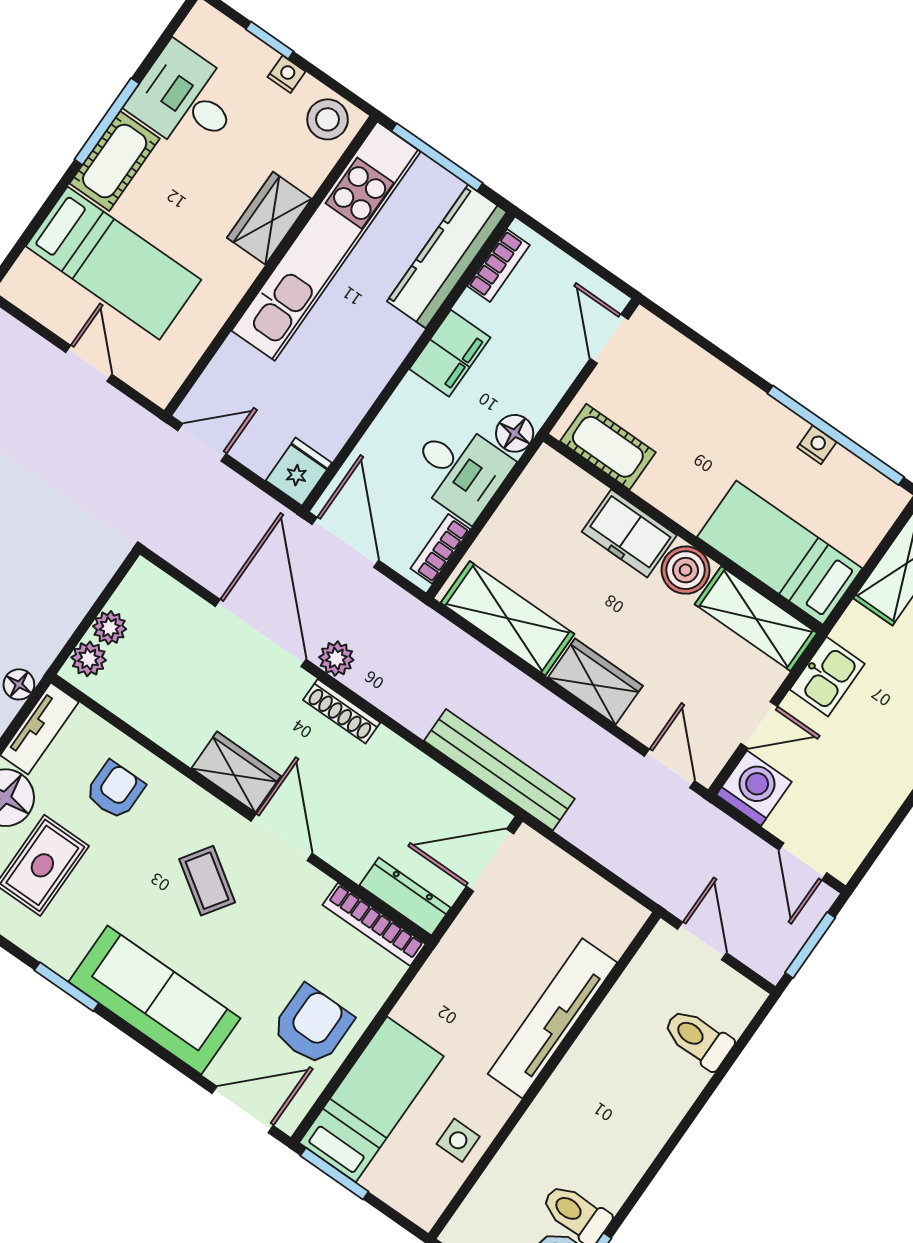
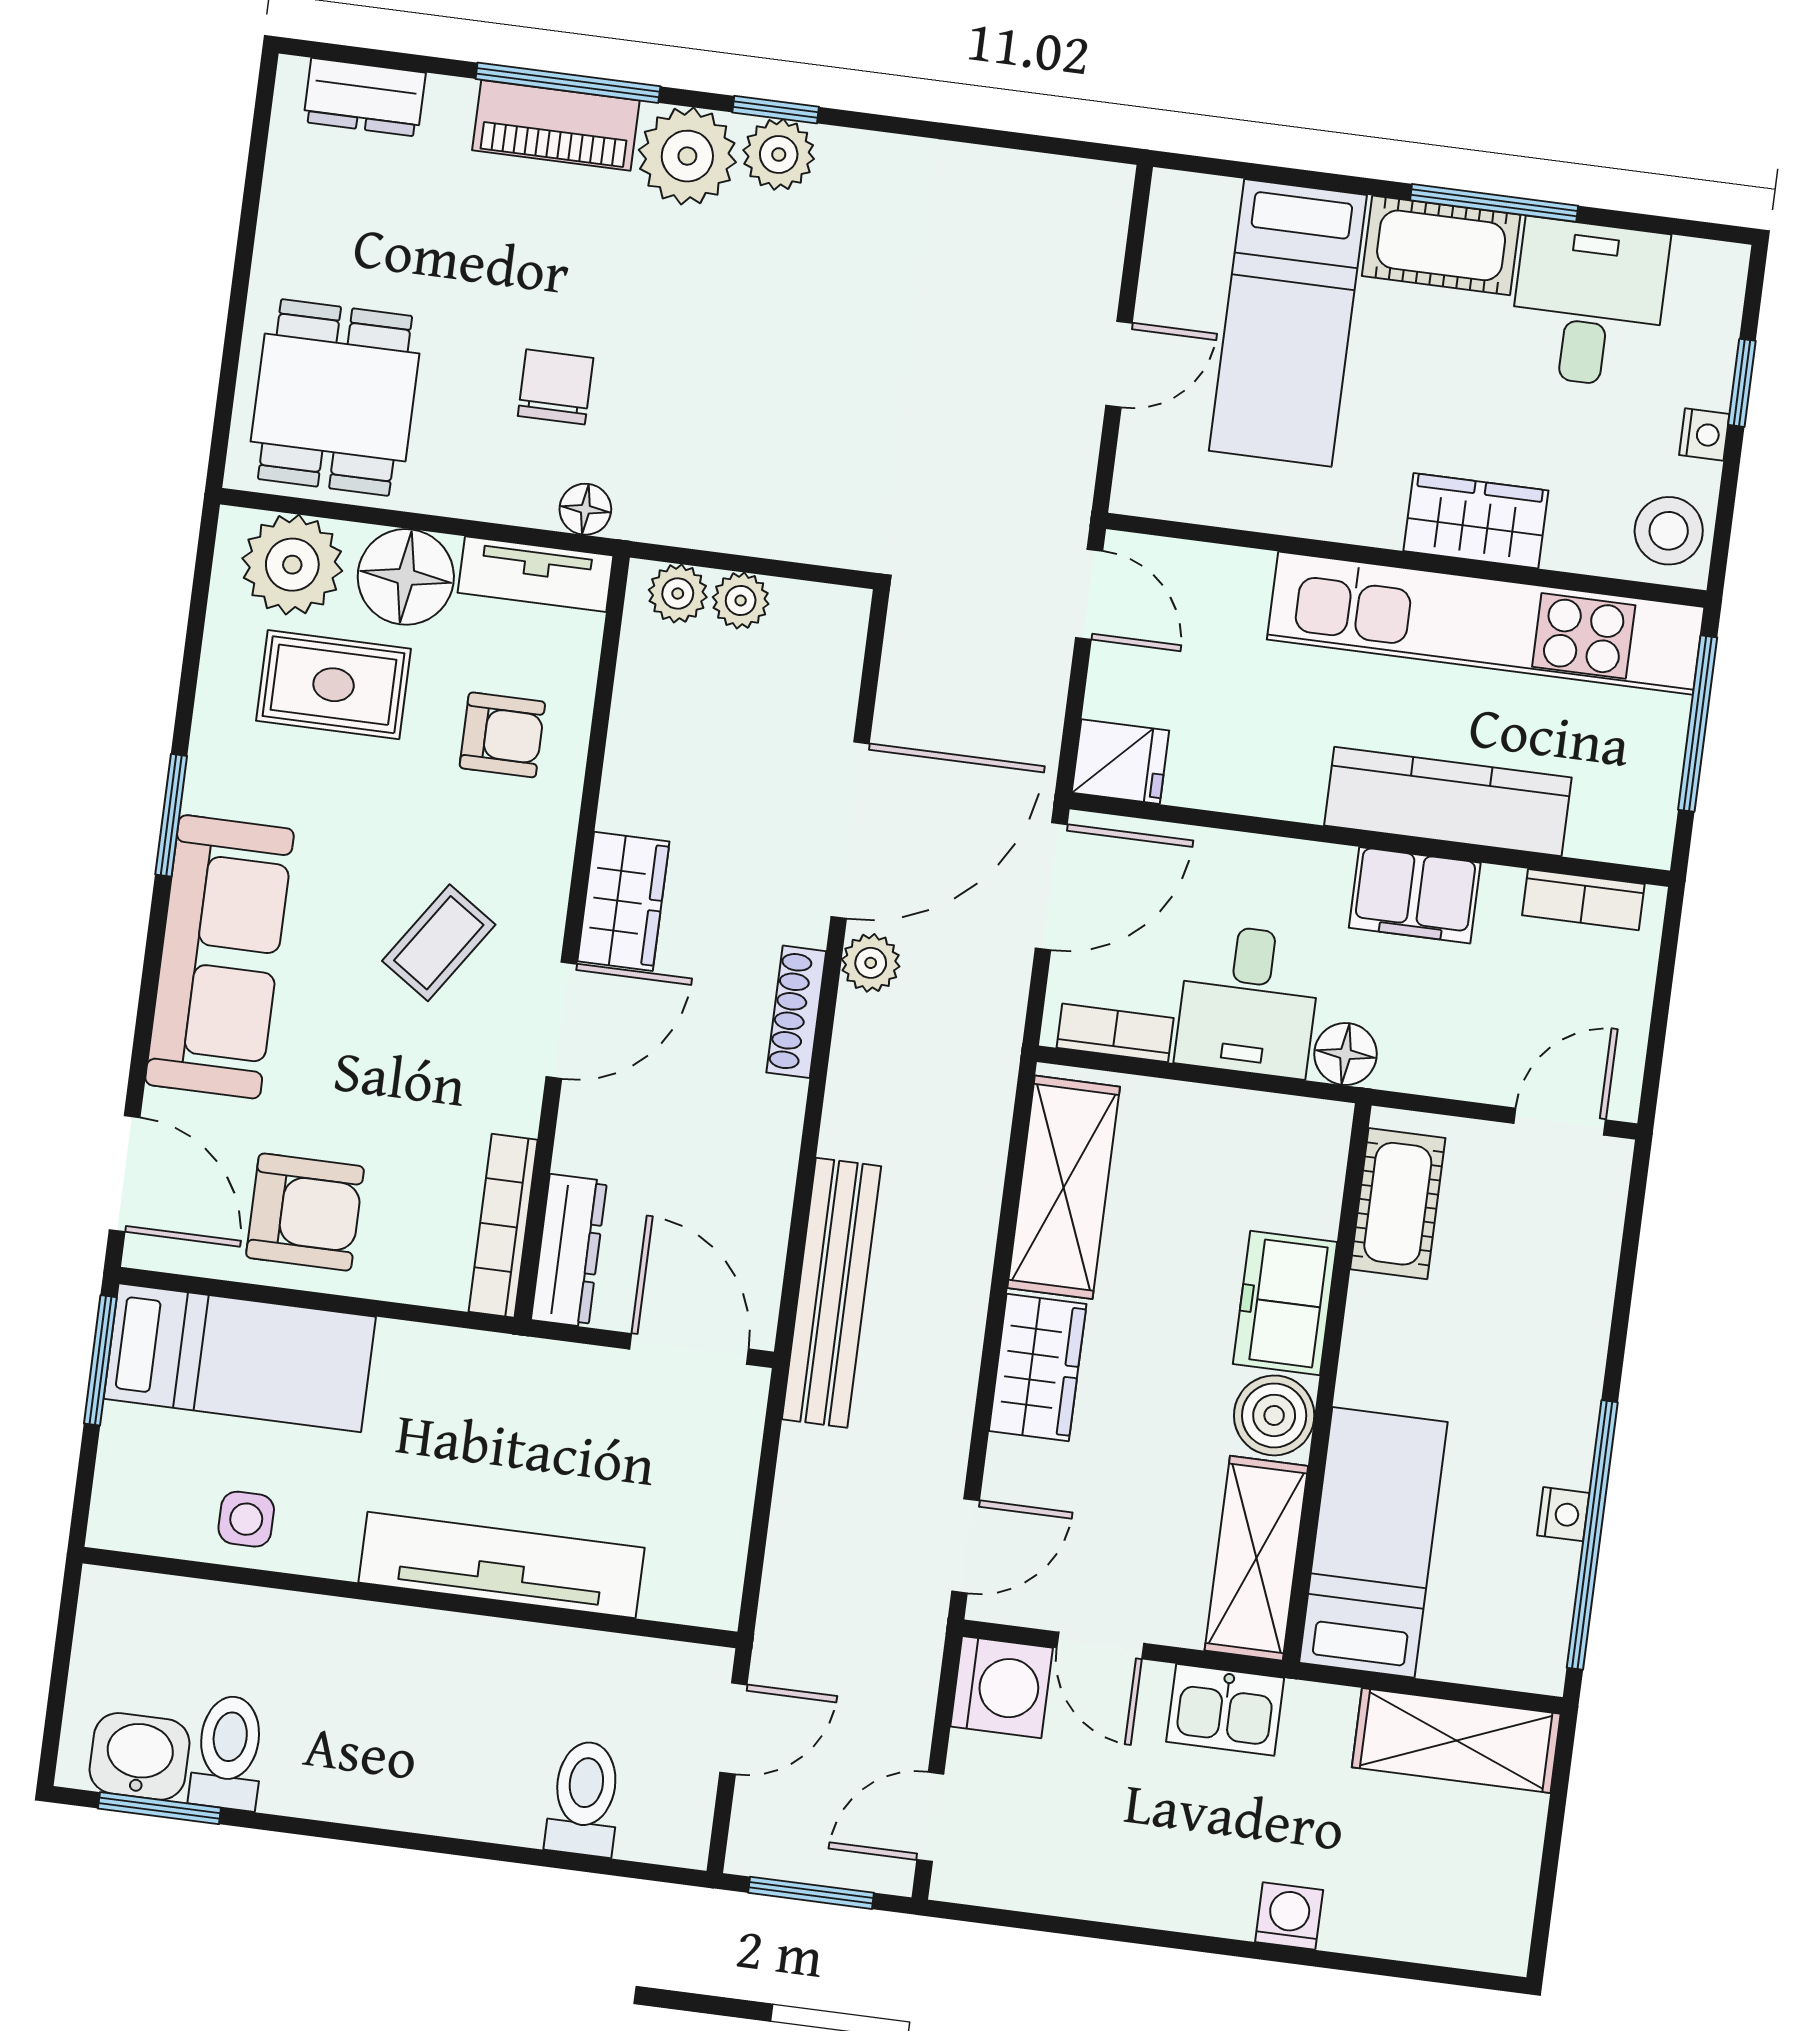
kitchen counter: (447, 257) -> (1448, 801), moved

